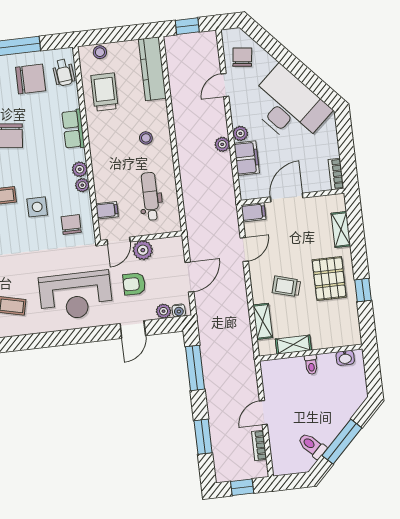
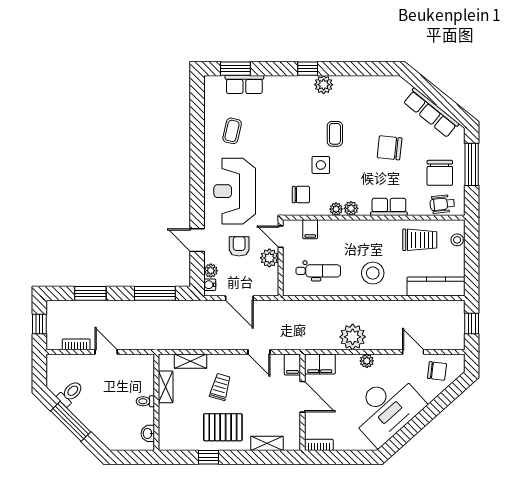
stool: (146, 138) -> (373, 273), width x1.89, depth x1.89
plant: (222, 144) -> (353, 337), width x1.87, depth x1.87
filing cabinet: (247, 158) -> (320, 364), moved

